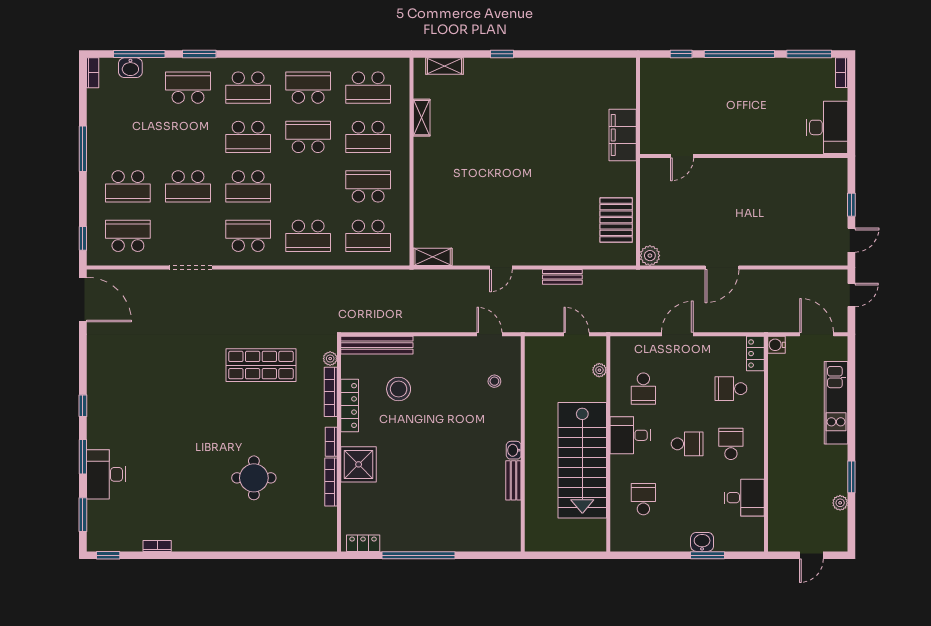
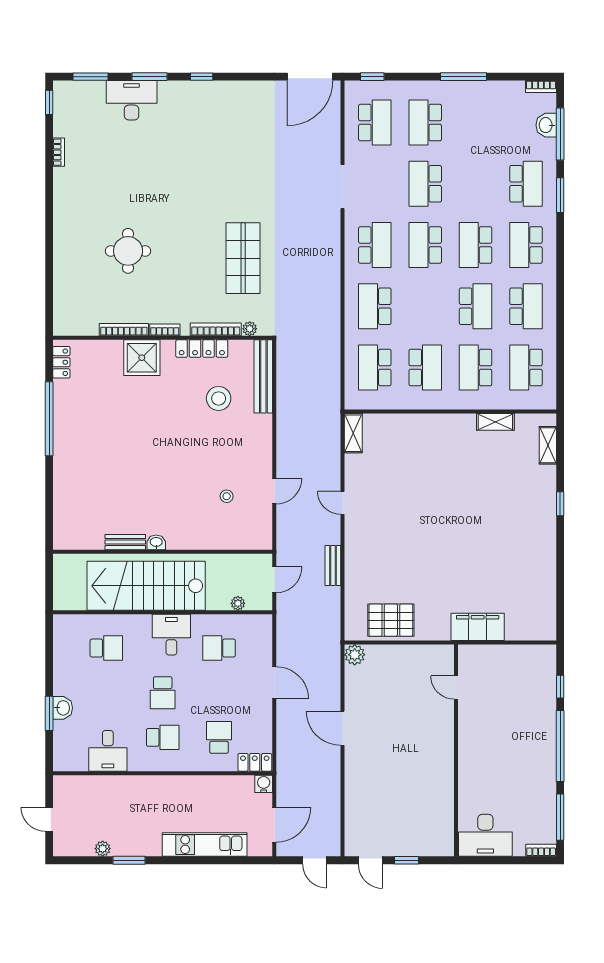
wall: (523, 444) -> (163, 552), moved
washbasin: (514, 450) -> (156, 542), moved
bench: (513, 480) -> (125, 542), moved

